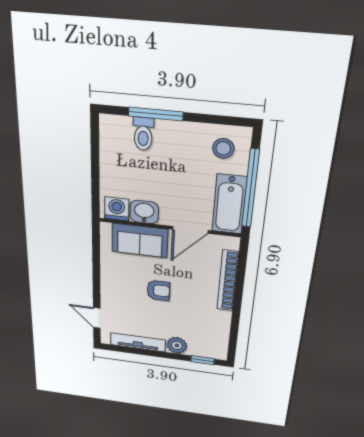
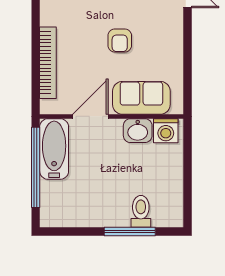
stool: (223, 148) -> (65, 205), removed
armchair: (158, 290) -> (120, 40), turned -90

